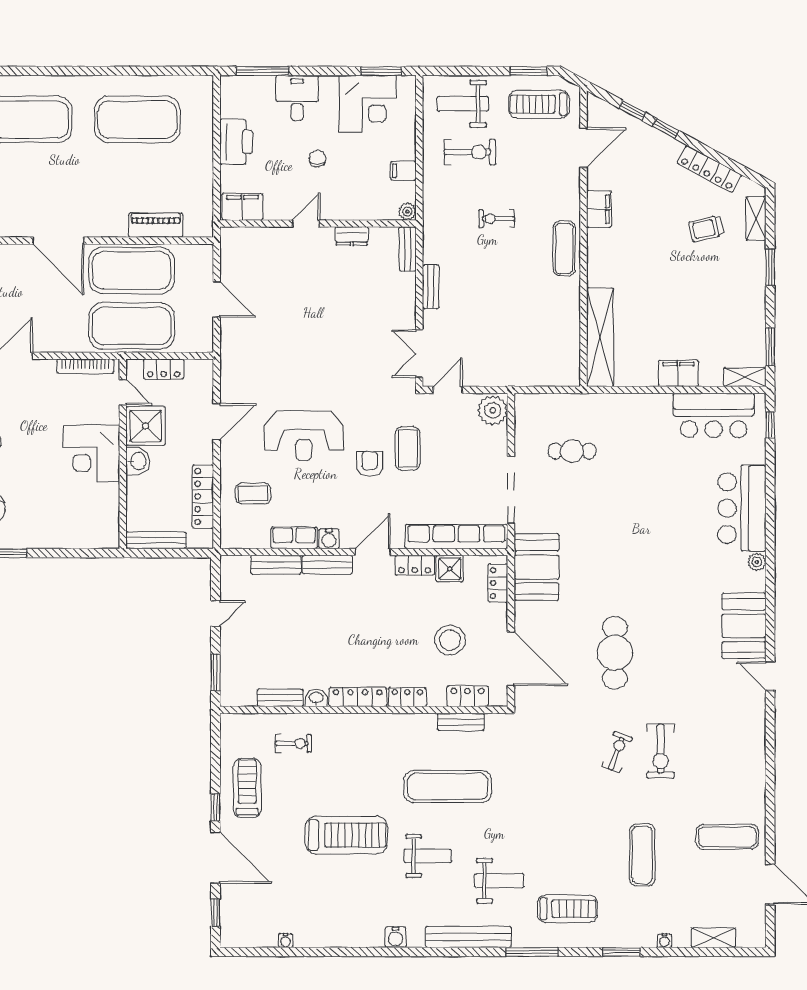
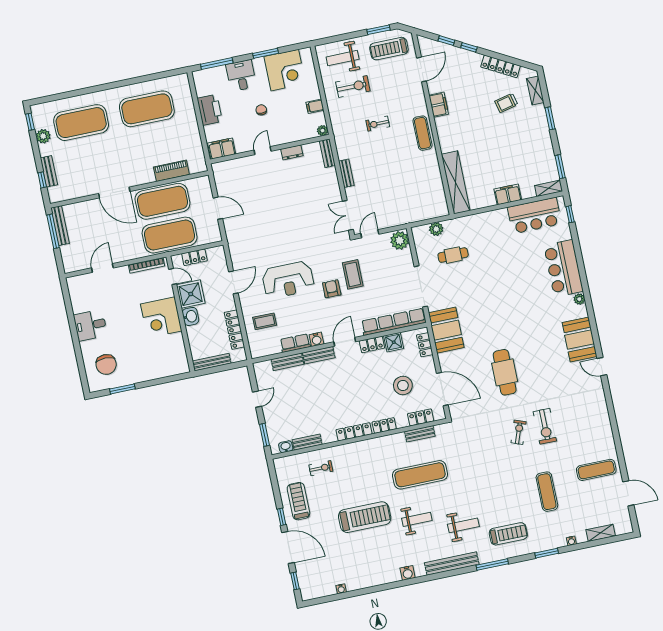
window: (381, 71) -> (266, 53), moved
plant: (554, 404) -> (436, 229), added
washbasin: (316, 698) -> (286, 447), moved

